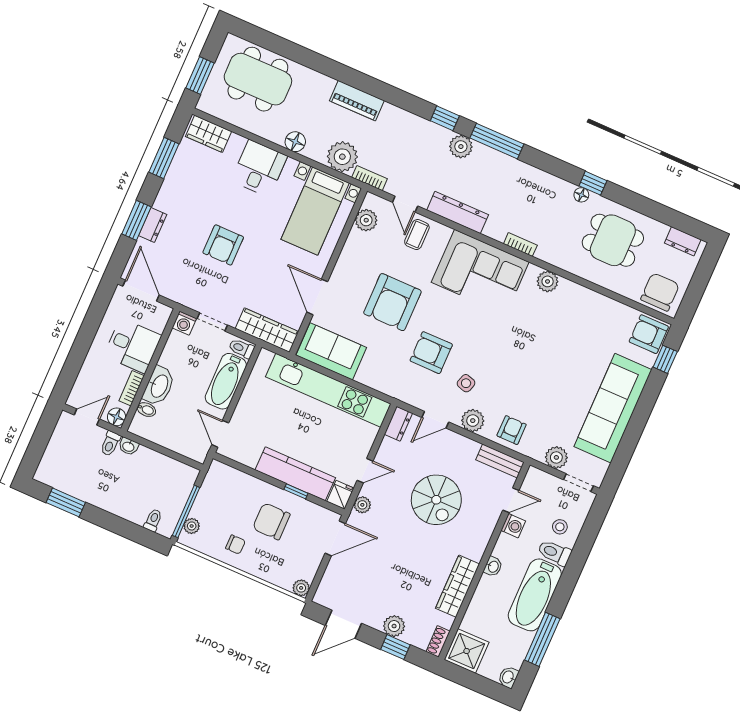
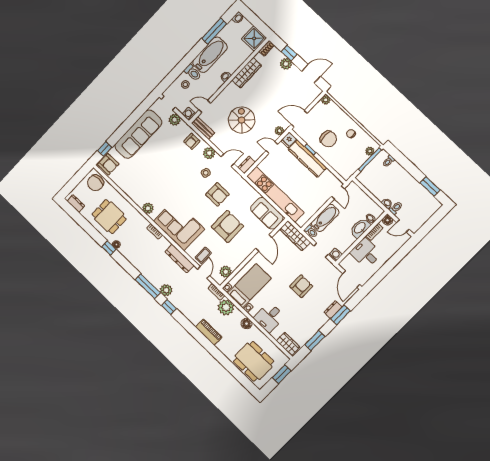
washing machine: (513, 526) -> (189, 114), moved

